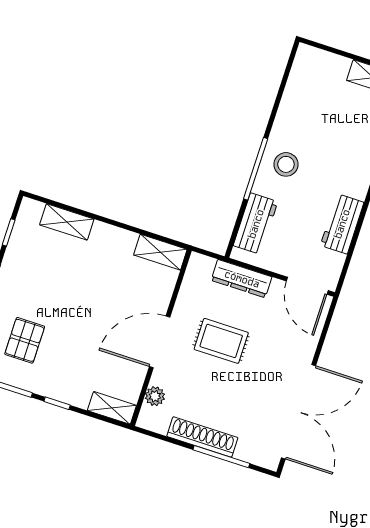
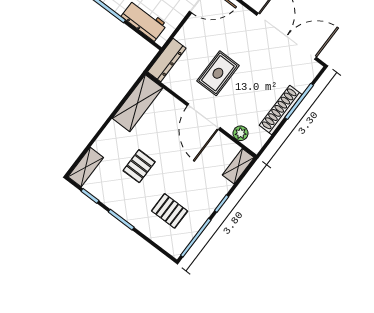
shelving: (67, 222) -> (86, 167), moved
shelving: (160, 252) -> (137, 103), width x1.50, depth x1.33
dresser: (242, 279) -> (167, 60), moved
pallet: (68, 282) -> (139, 166), added

